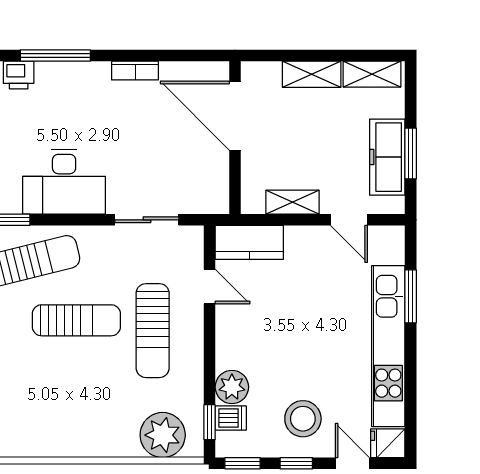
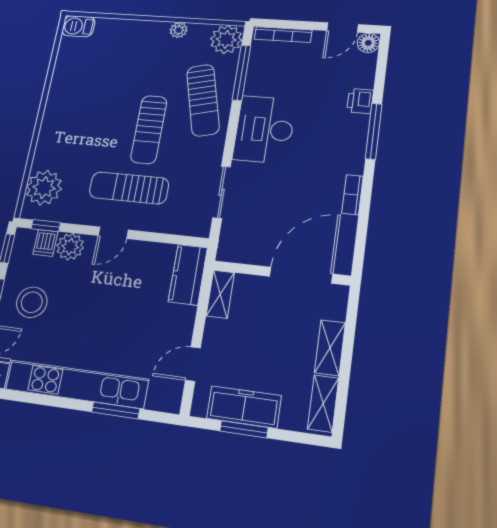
shelving: (293, 202) -> (220, 294), moved
door: (210, 286) -> (113, 233), moved

